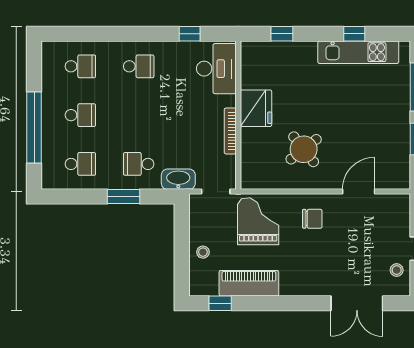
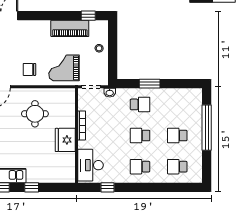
window: (282, 34) -> (32, 187), moved
round table: (304, 149) -> (35, 114), turned 38
school desk: (80, 164) -> (140, 136), moved
washbasin: (178, 179) -> (110, 93), width x0.52, depth x0.69
grand piano: (258, 221) -> (64, 68), turned 90

